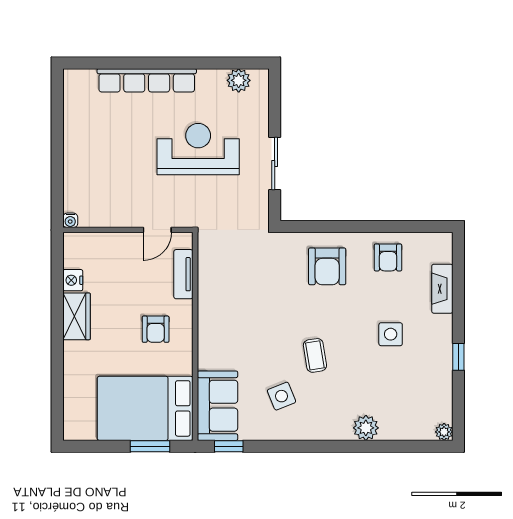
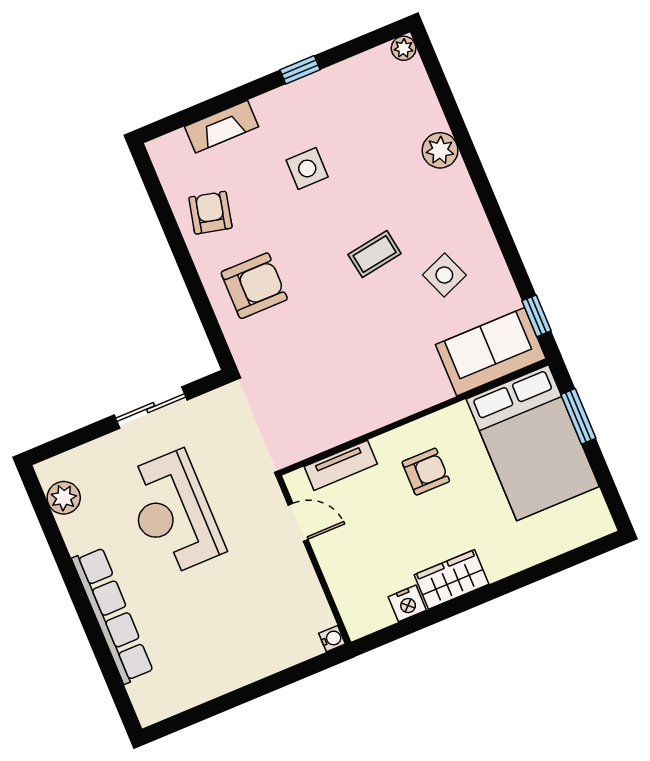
armchair: (388, 257) -> (210, 213), turned -77

